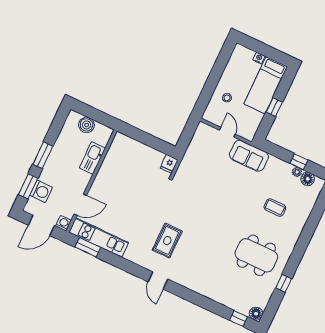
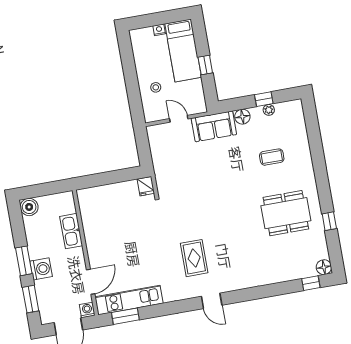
boiler: (87, 125) -> (29, 207), moved
floor lamp: (308, 179) -> (242, 117), moved
washing machine: (41, 191) -> (41, 269), moved

